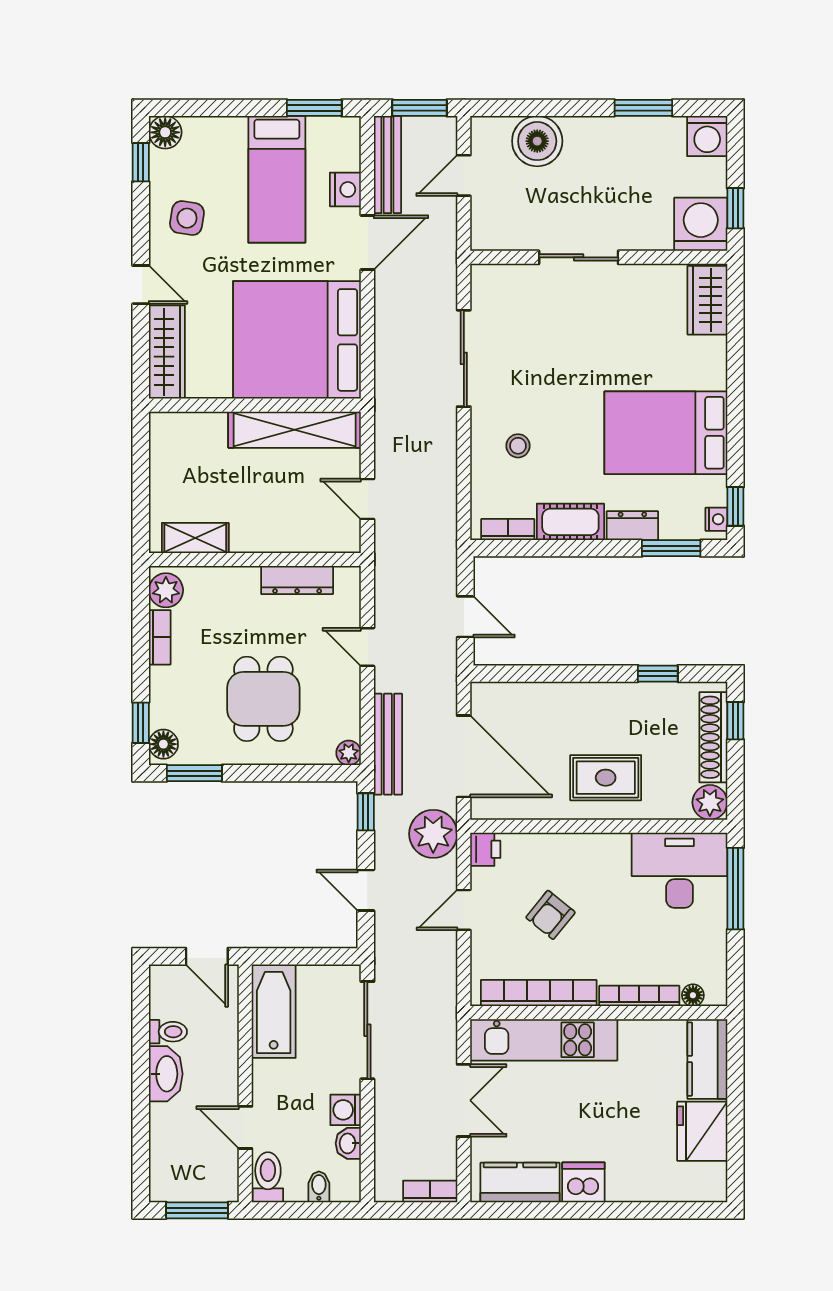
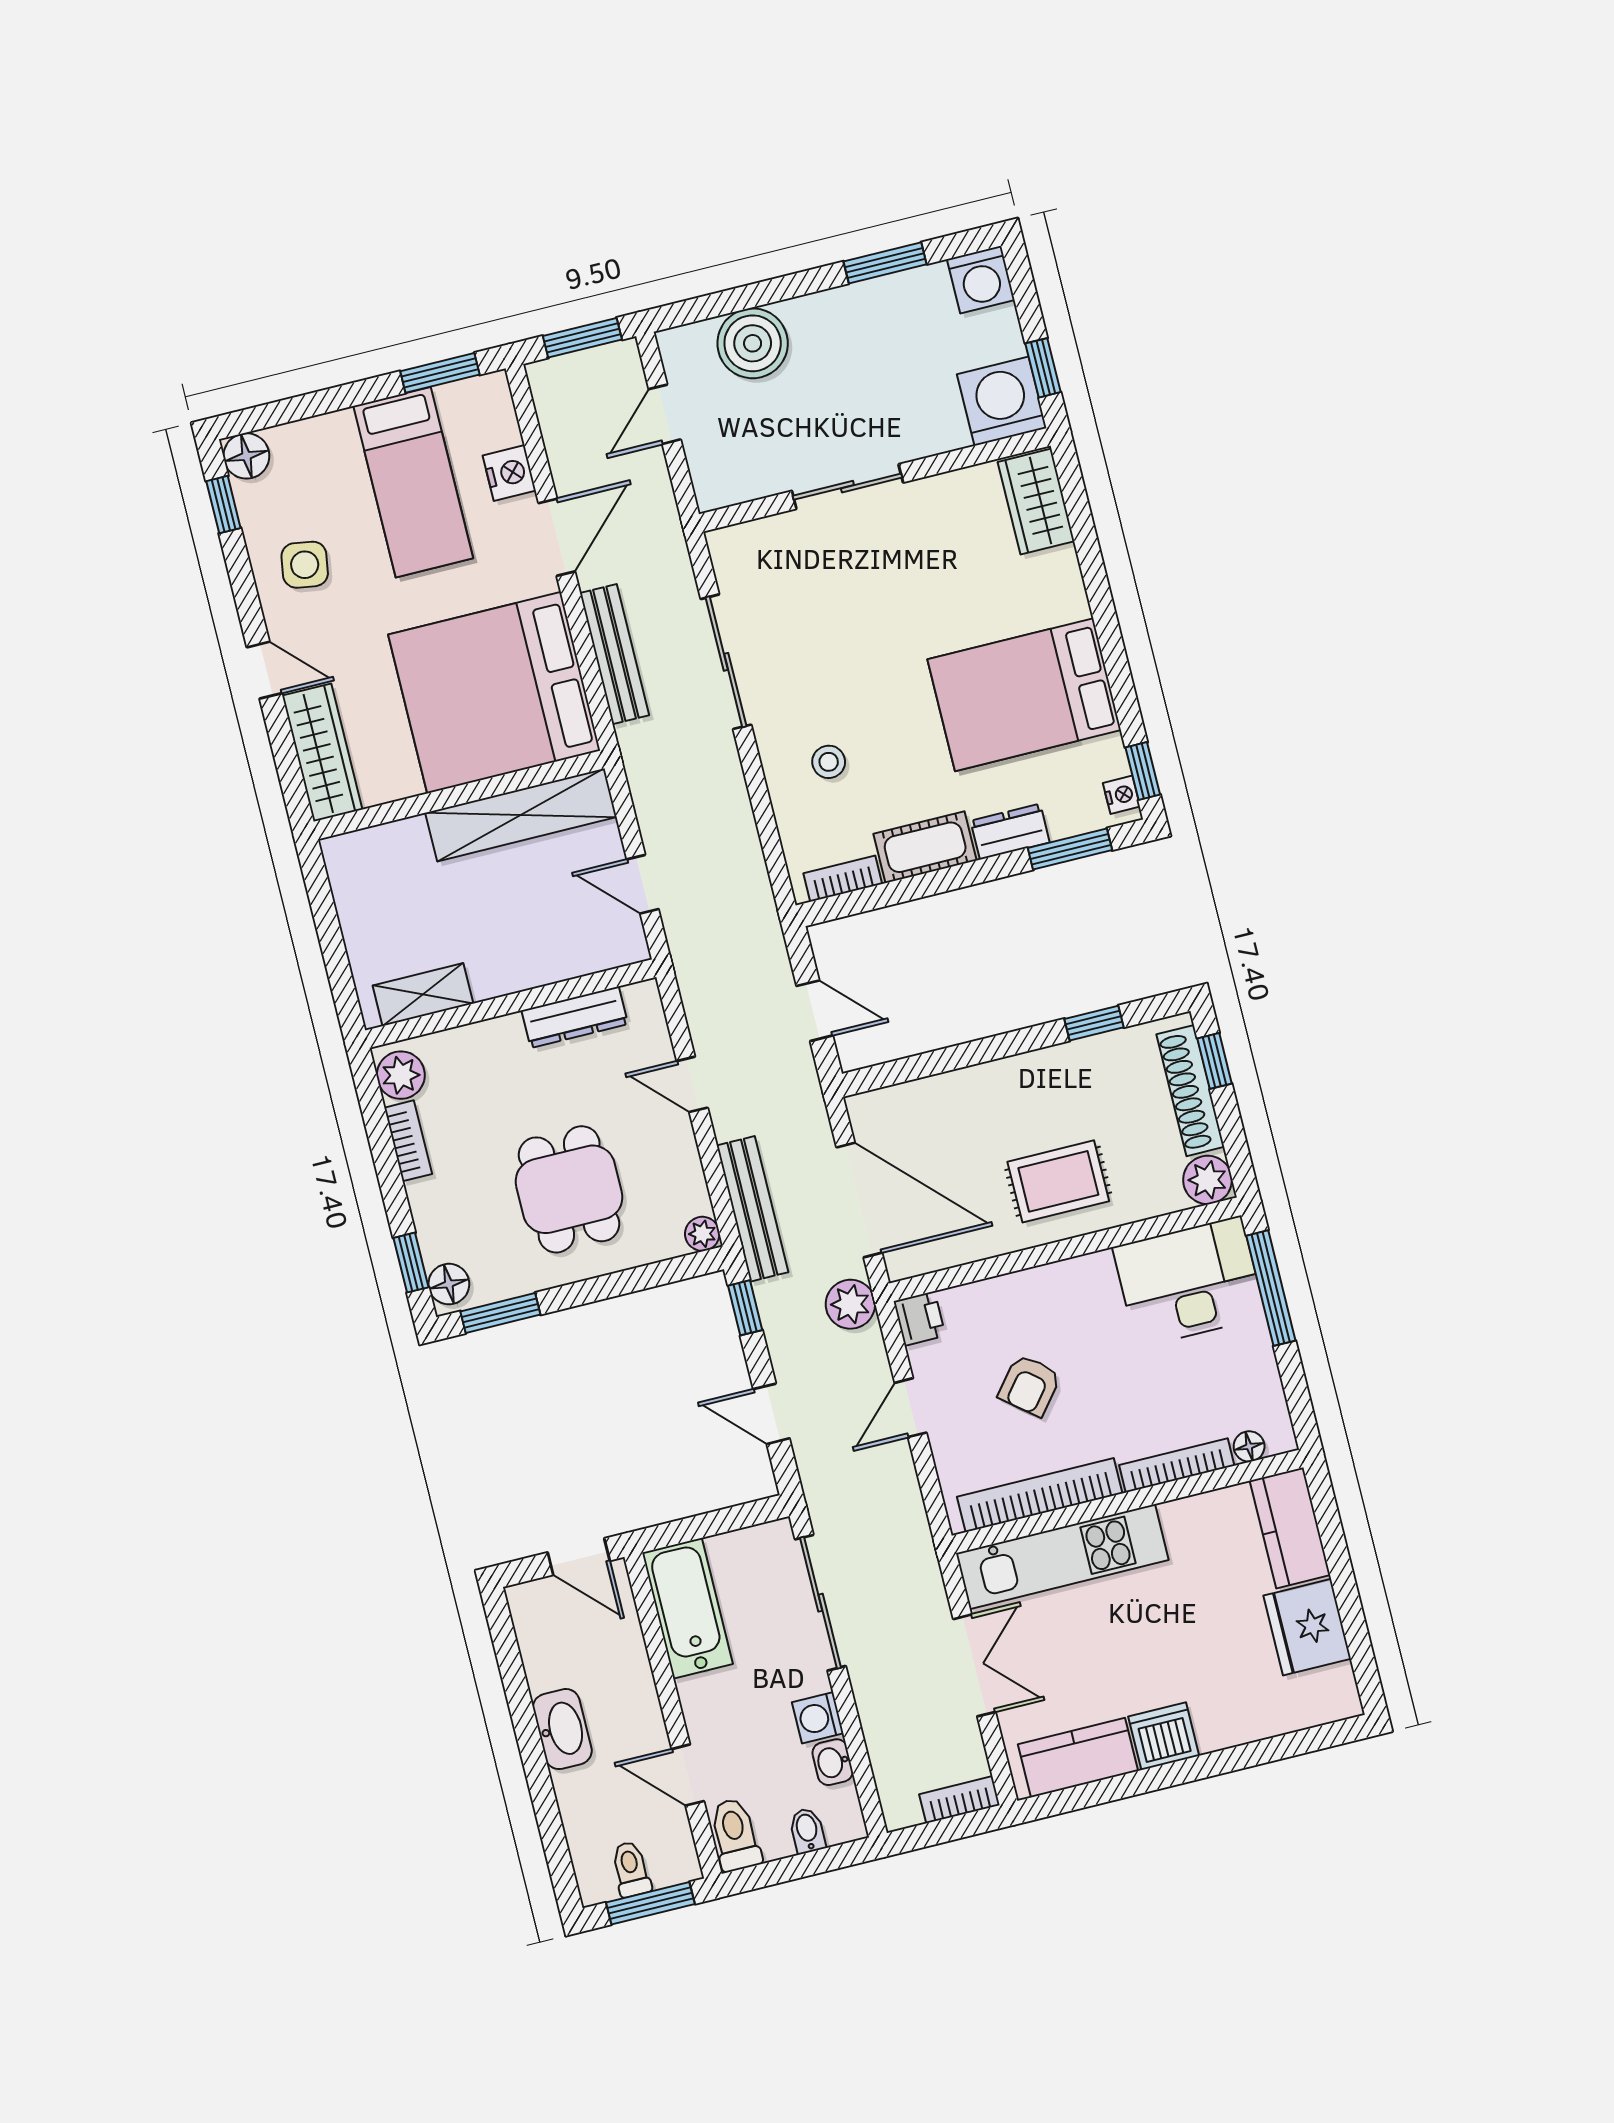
bench: (387, 165) -> (614, 654), moved
plant: (433, 834) -> (850, 1304), width x0.73, depth x0.73
toilet: (168, 1032) -> (631, 1869), moved, turned -90

